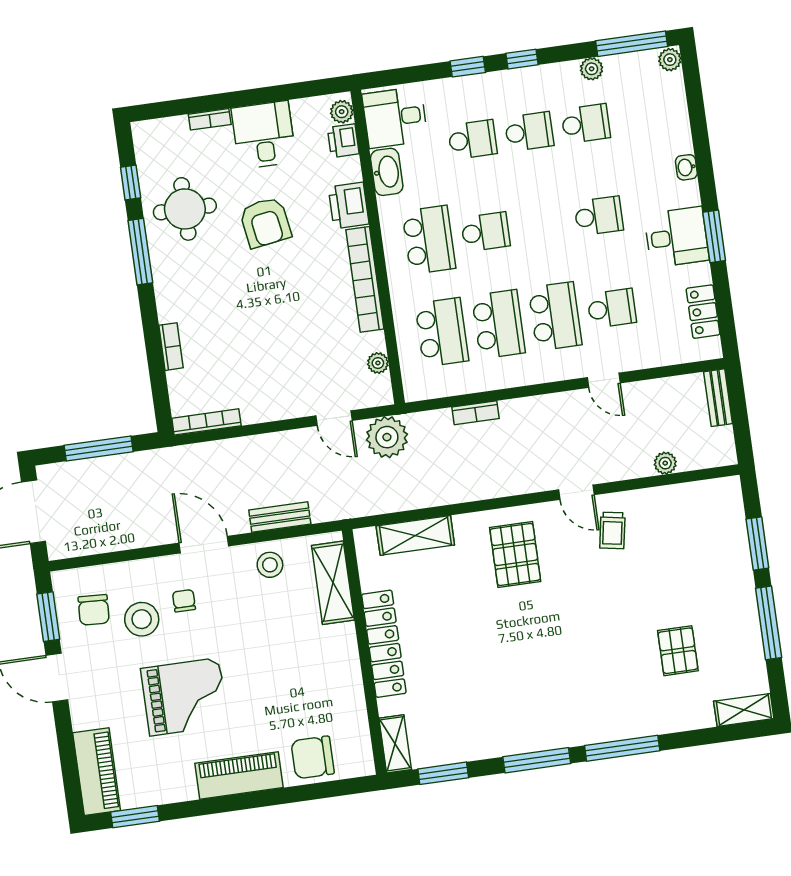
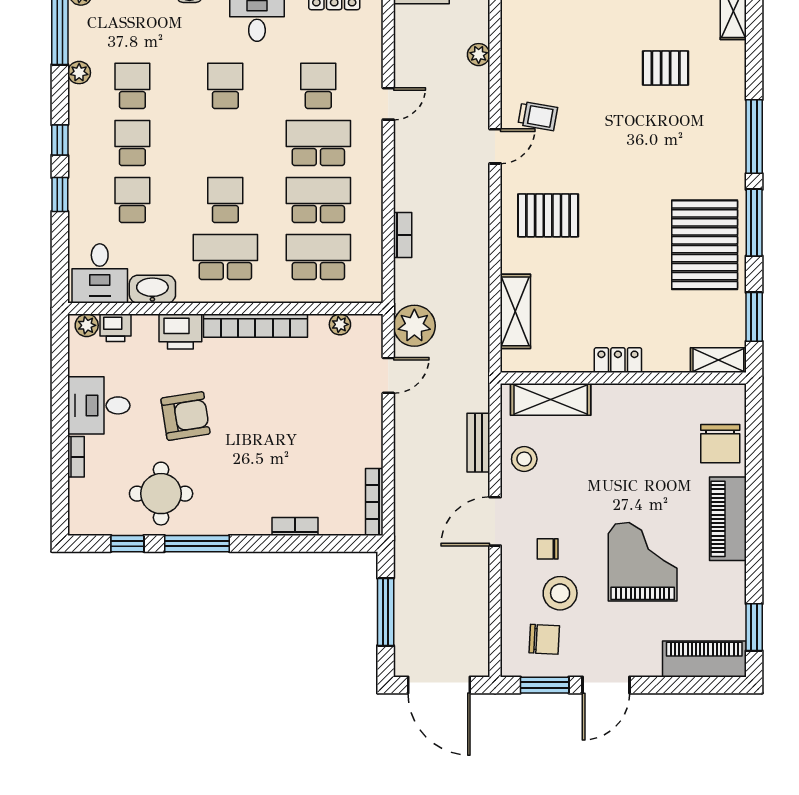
locker: (384, 644) -> (618, 360), width x0.46, depth x0.83
pallet: (508, 714) -> (705, 245), added

